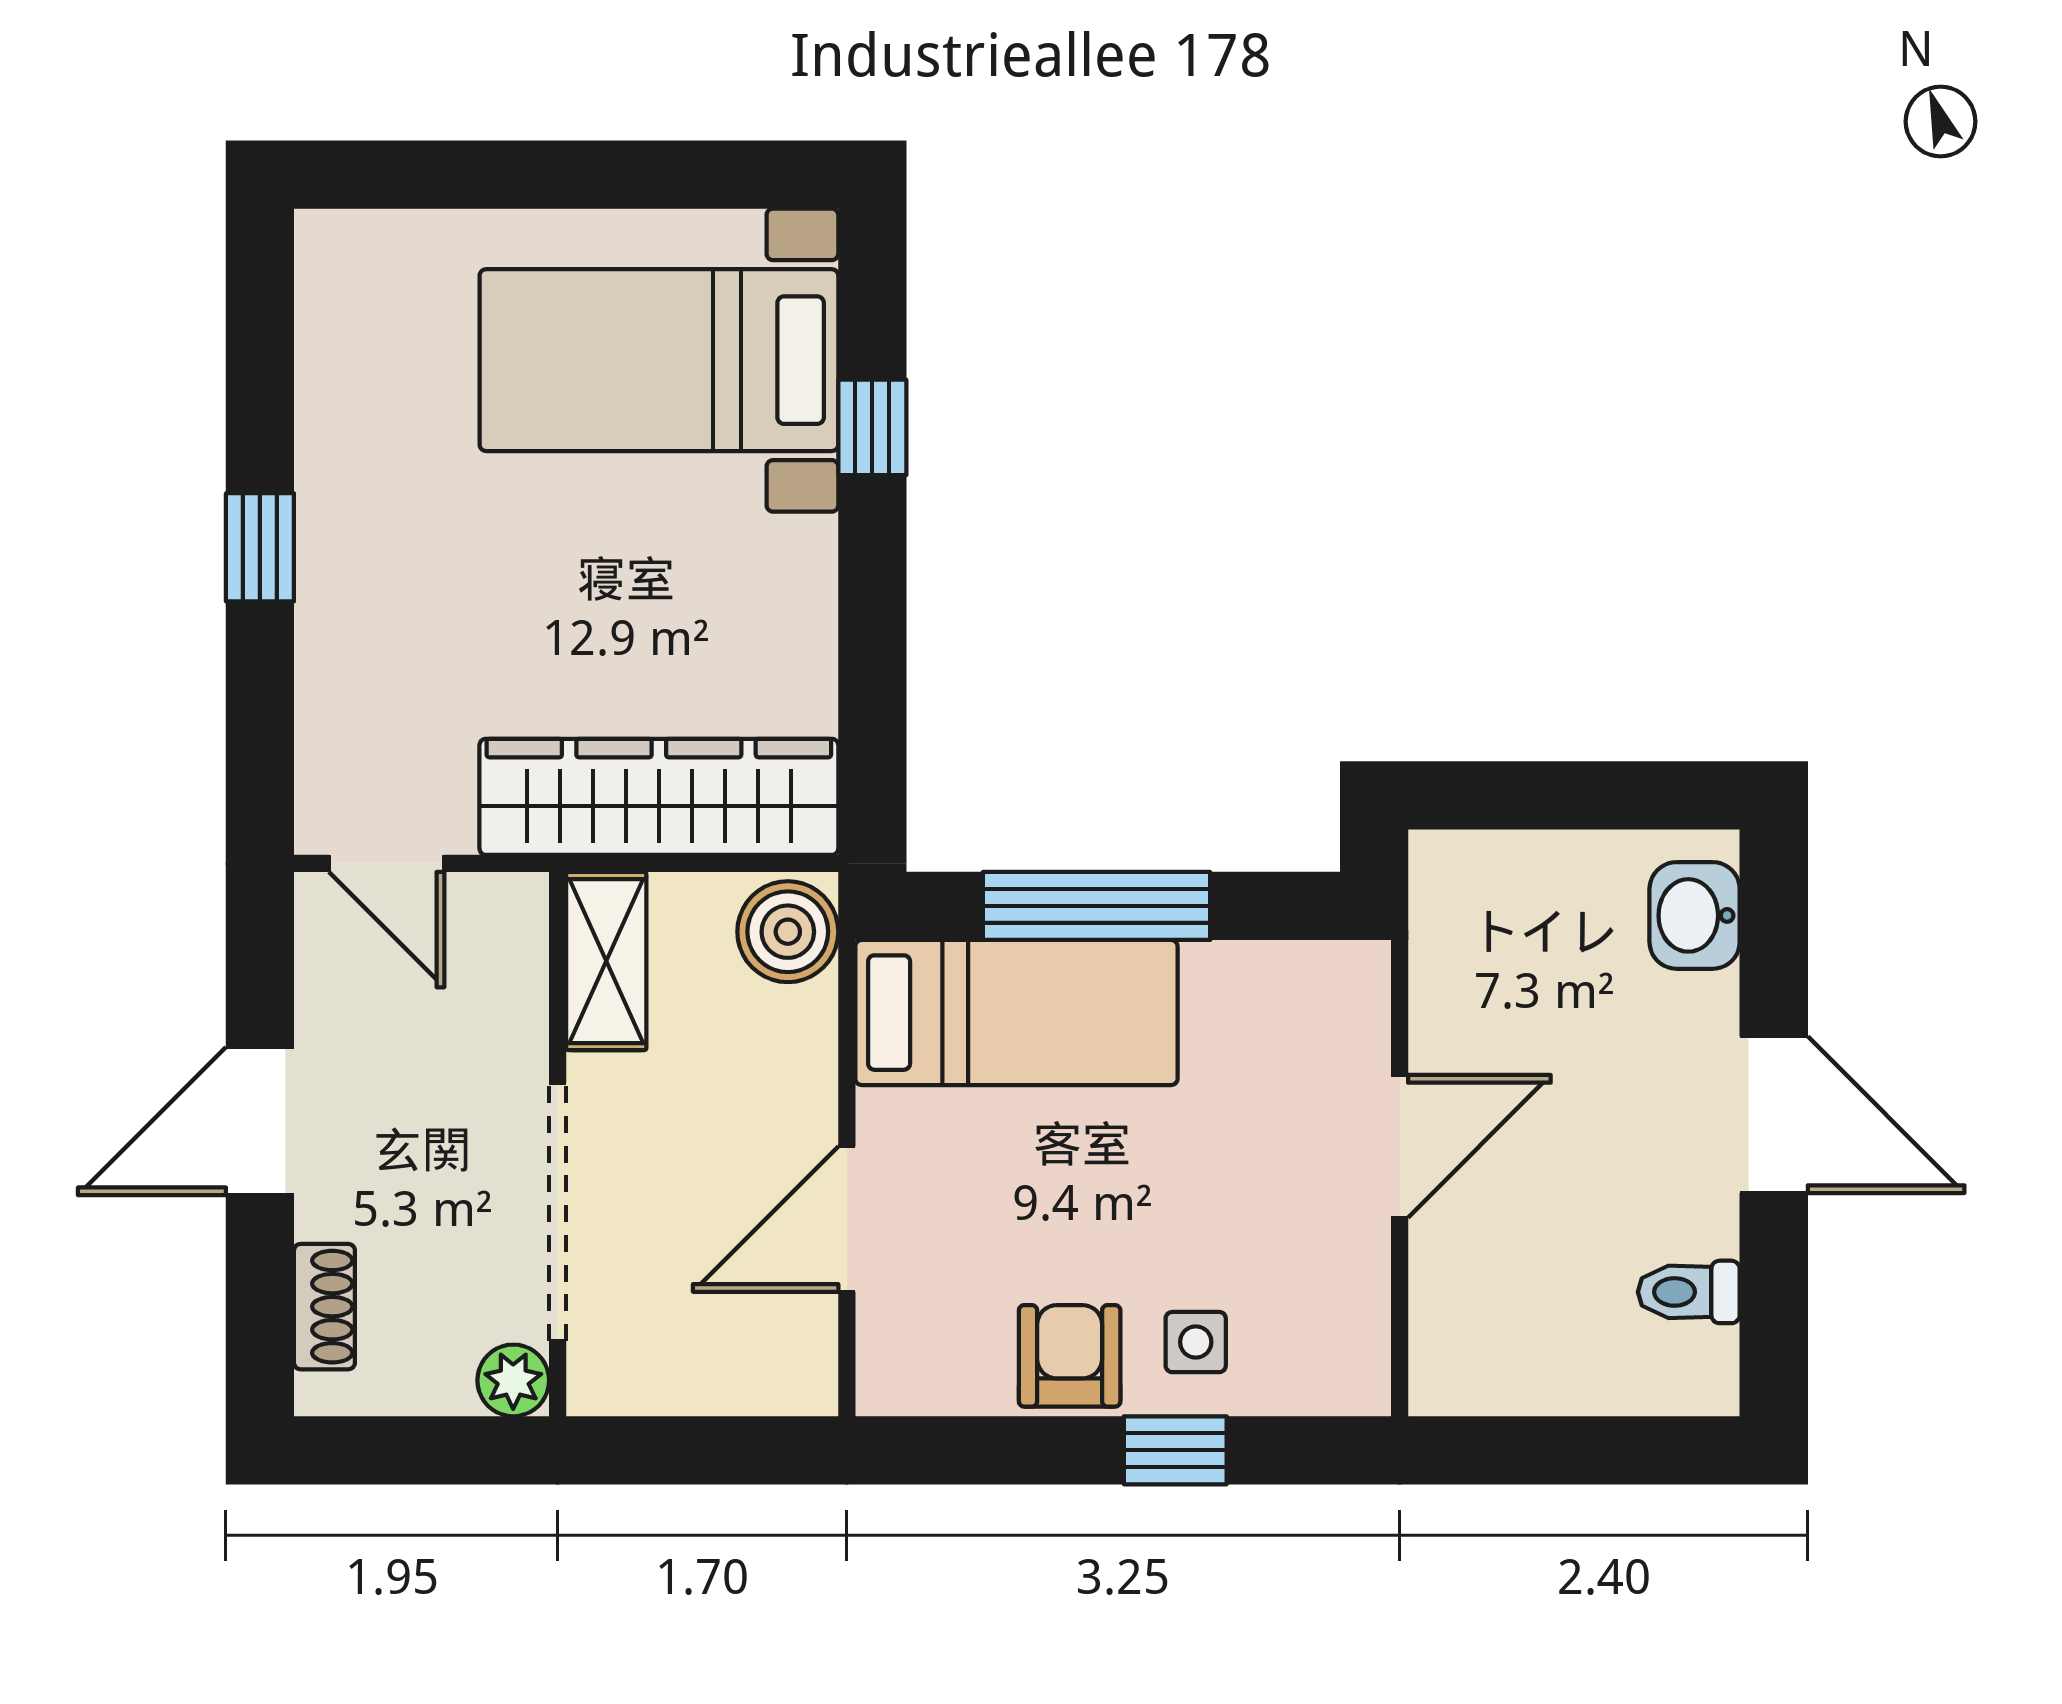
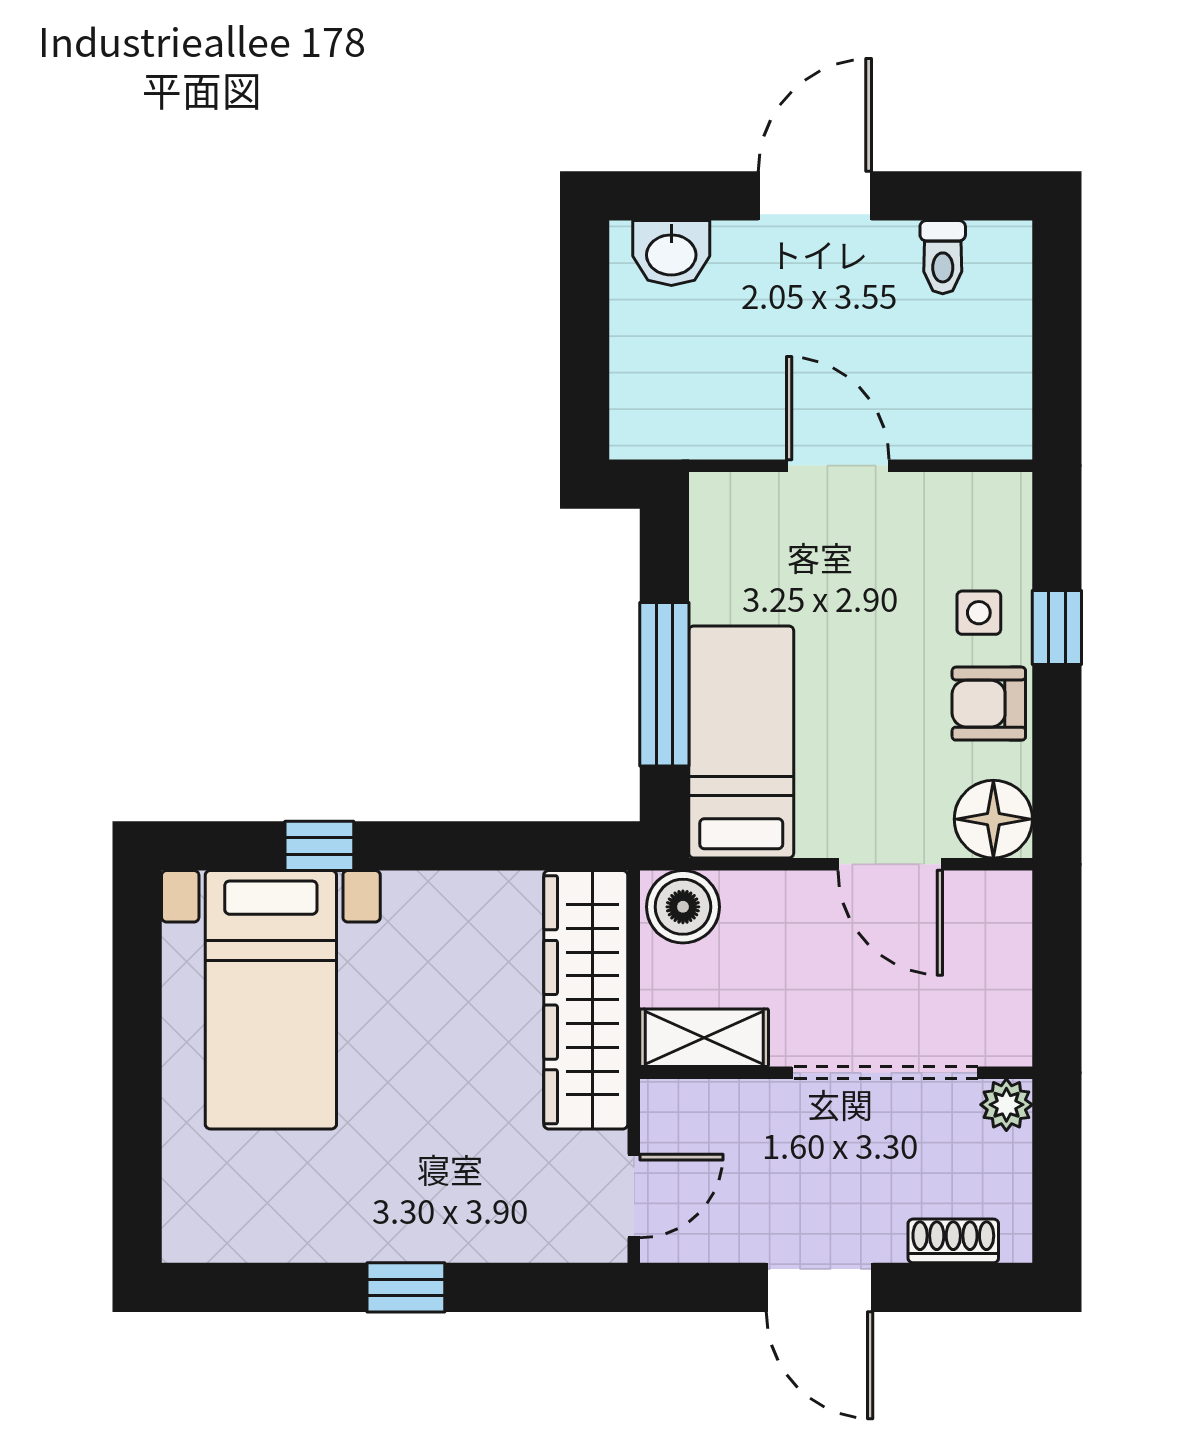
floor lamp: (909, 1362) -> (993, 819), added

